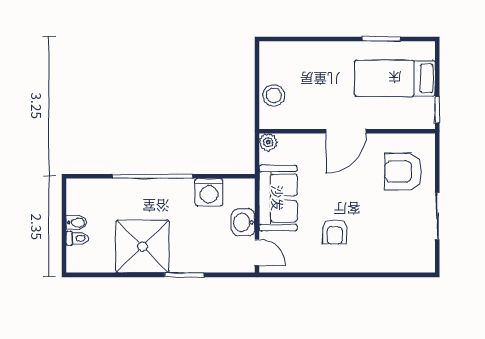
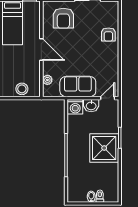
plant: (268, 142) -> (47, 80), moved
washing machine: (209, 192) -> (75, 107), moved, turned 90
armchair: (335, 232) -> (108, 35), moved, turned 90
shower: (143, 246) -> (104, 148), moved

